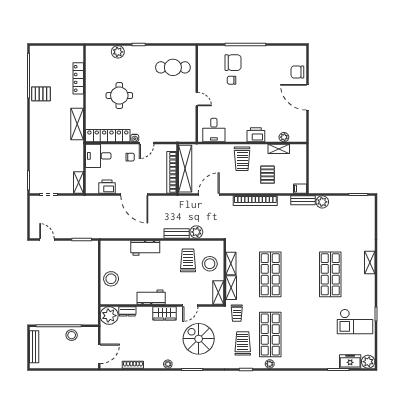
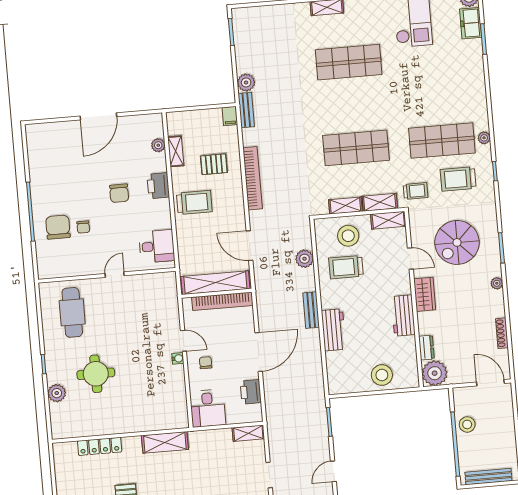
chair: (297, 72) -> (119, 193), moved
round table: (119, 95) -> (96, 374), moved
locker: (108, 136) -> (178, 397), removed
bench: (177, 234) -> (311, 310), moved

